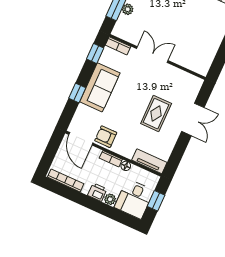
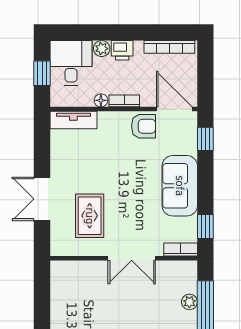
window: (77, 93) -> (205, 139), moved
rug: (156, 114) -> (90, 216), moved

